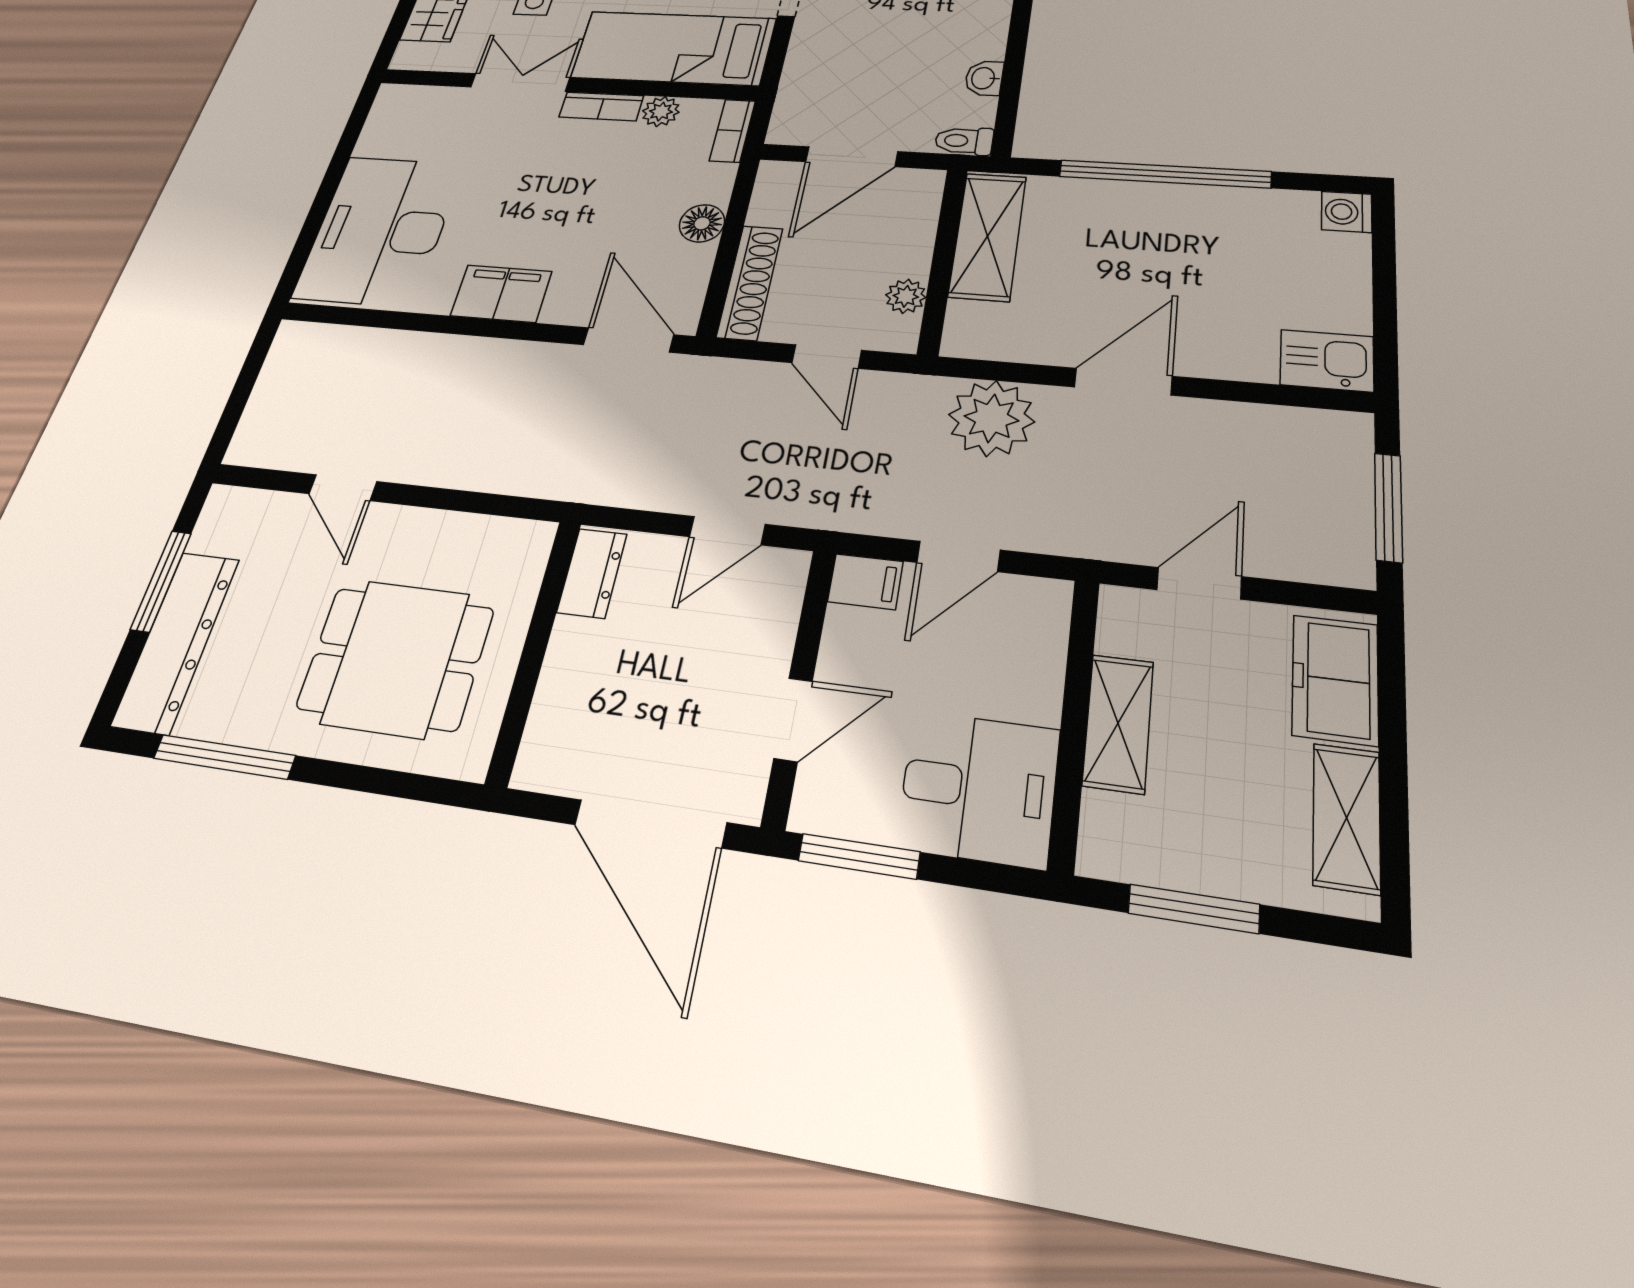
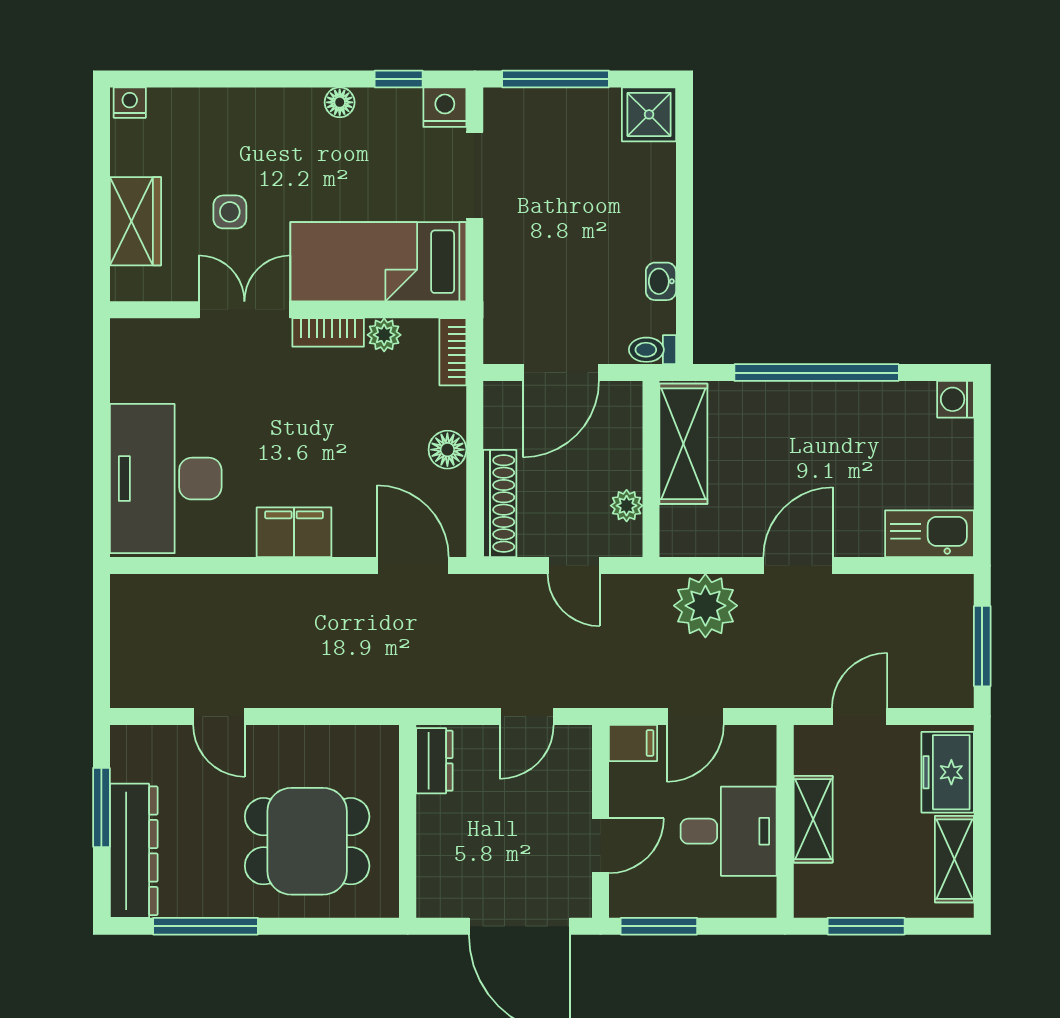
kitchen sink: (1327, 361) -> (929, 534), width x1.38
desk: (978, 788) -> (729, 831), moved

